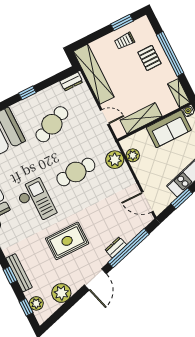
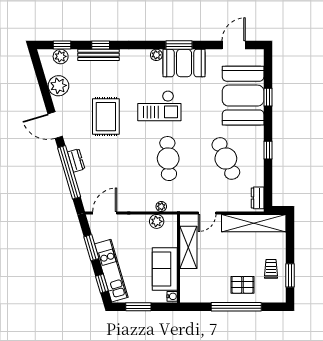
shelving: (179, 93) -> (194, 296), removed
plant: (115, 160) -> (161, 206), width x0.53, depth x0.53

